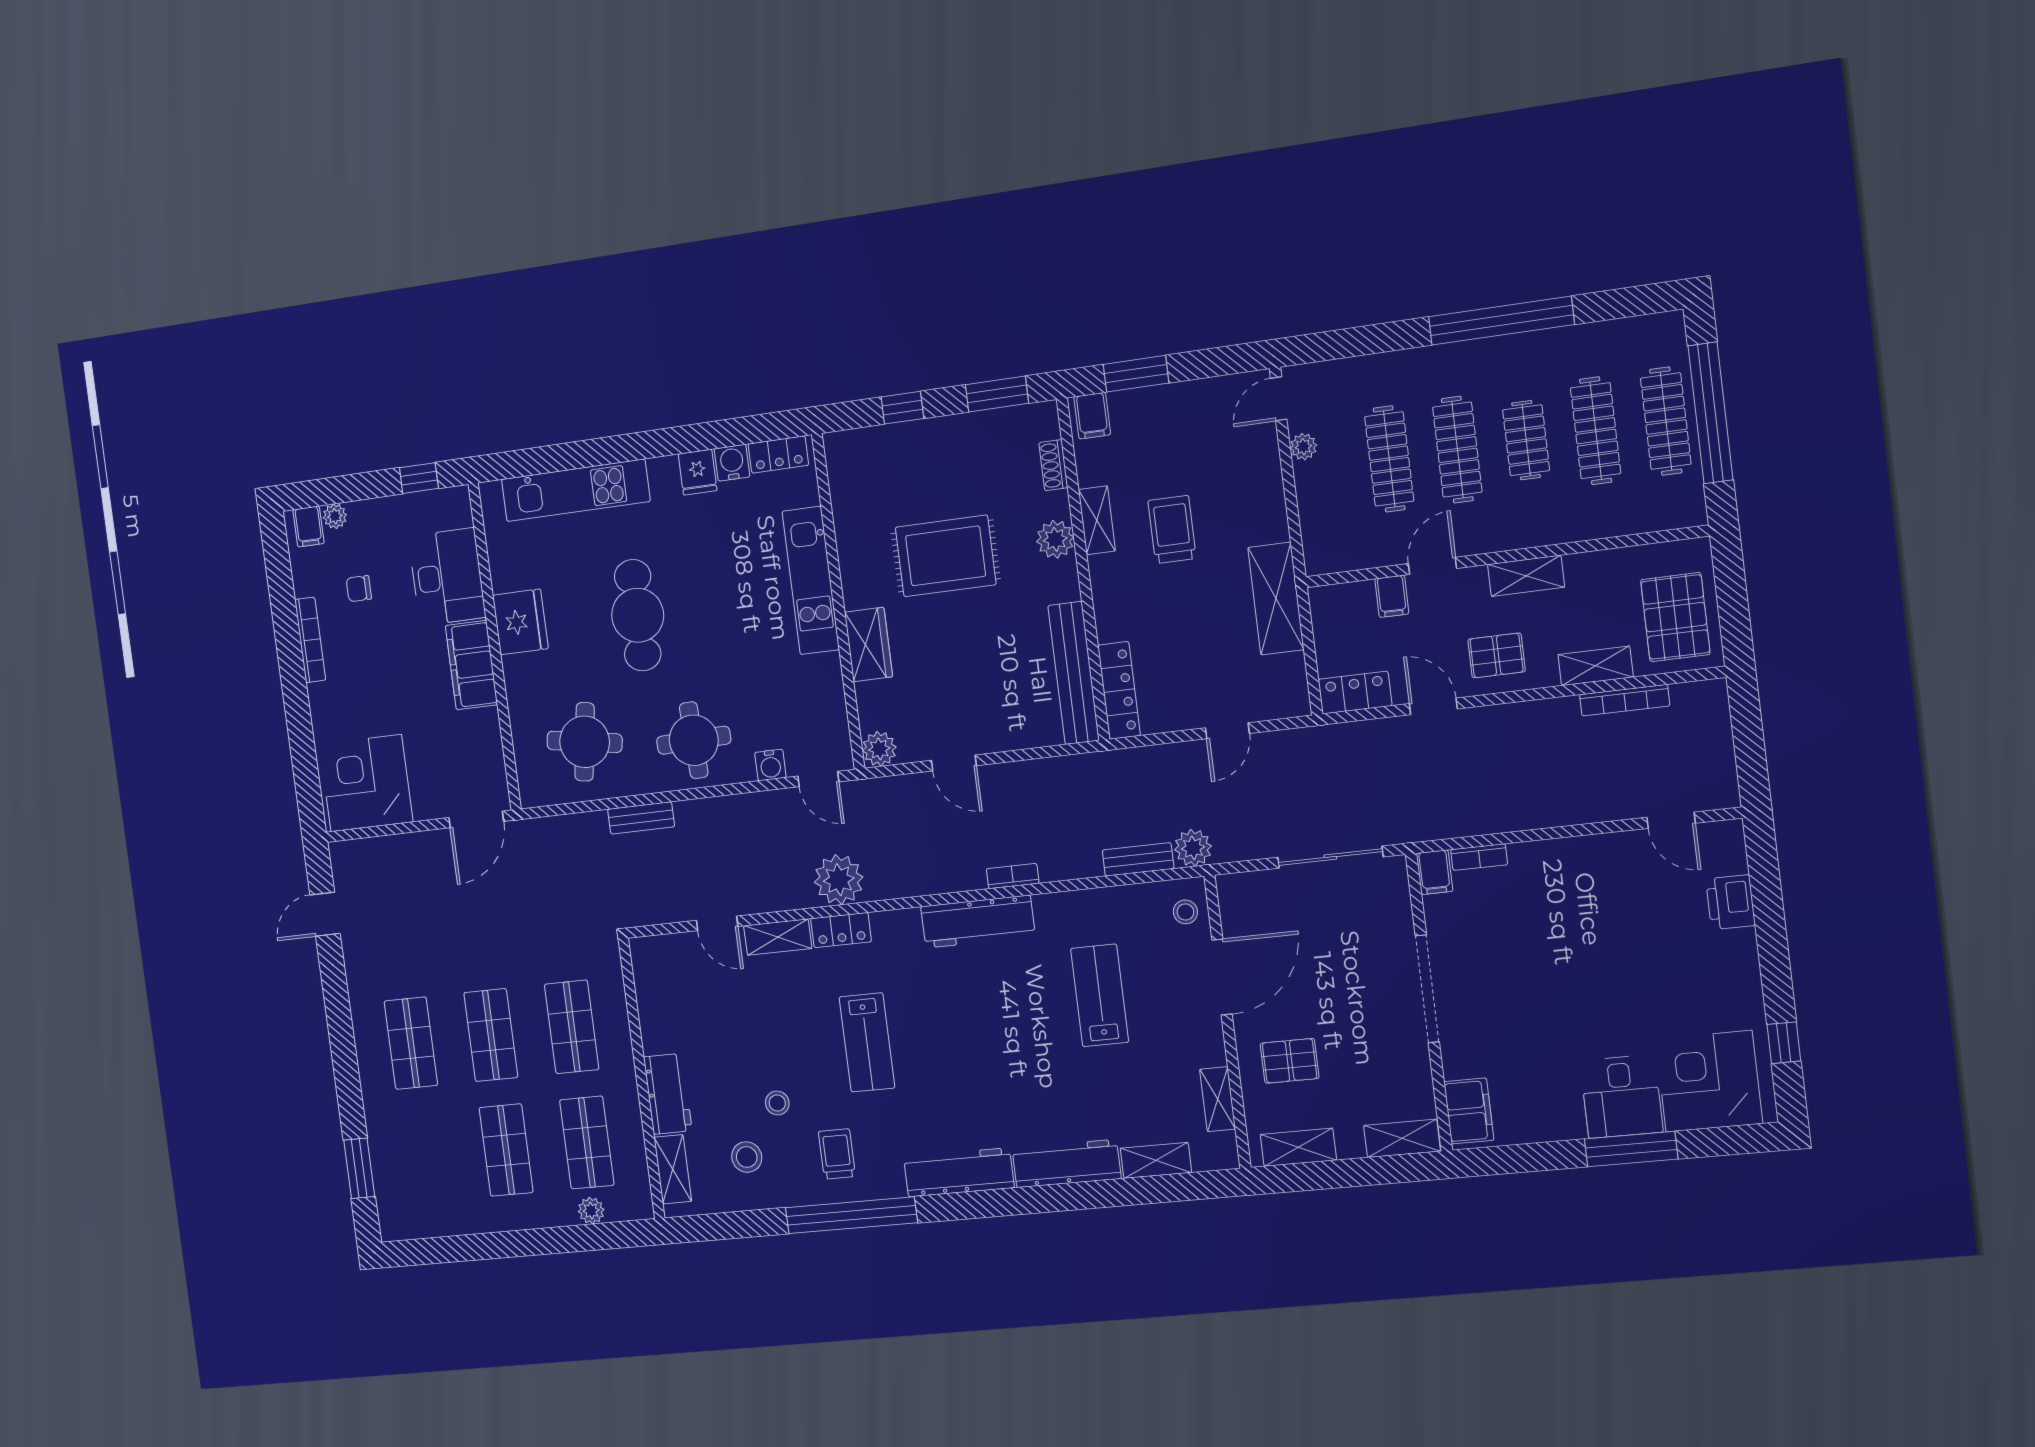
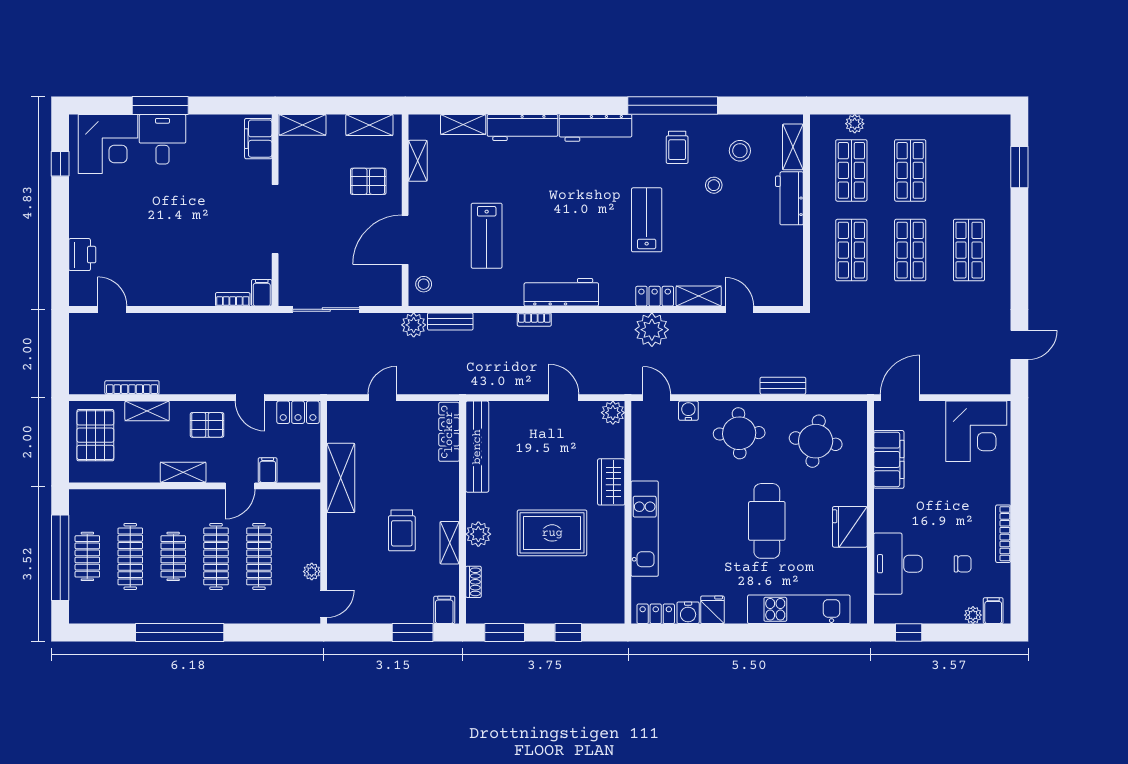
clothes rail: (1666, 421) -> (87, 556), width x0.73
filing cabinet: (471, 665) -> (889, 459), moved

